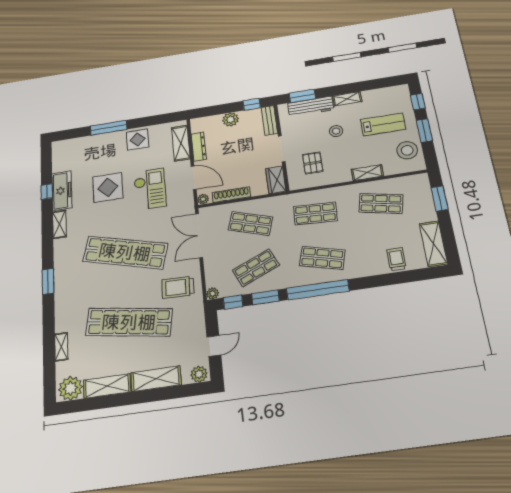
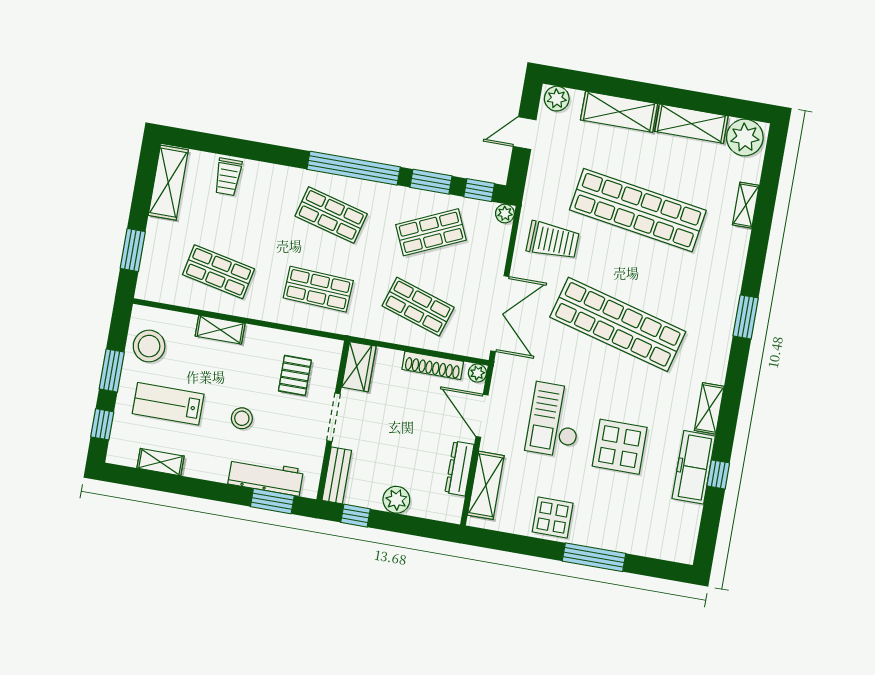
shelving: (347, 99) -> (160, 462), moved

